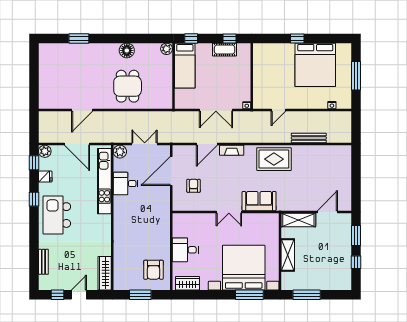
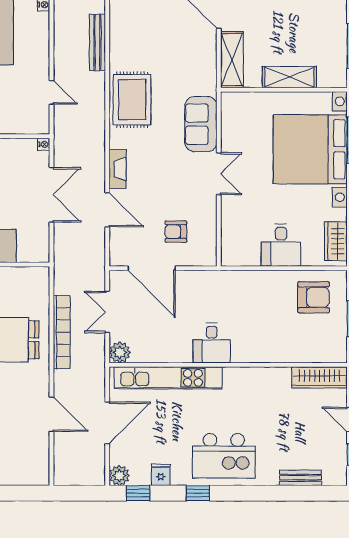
bookcase: (132, 116) -> (62, 332), added
desk: (126, 184) -> (212, 343), moved

